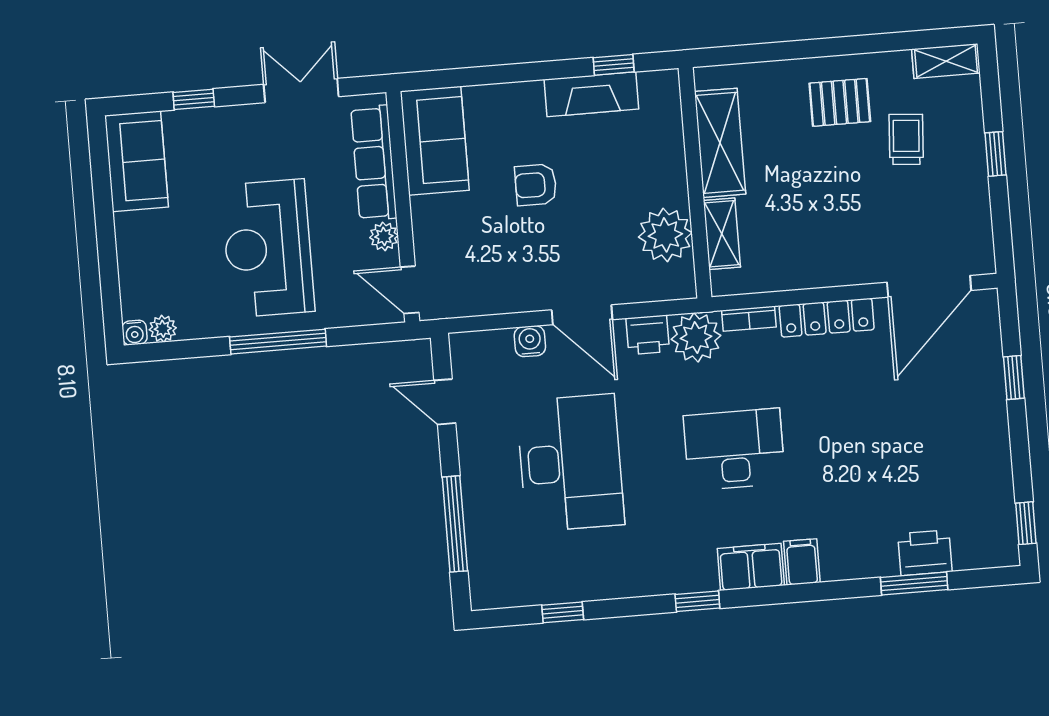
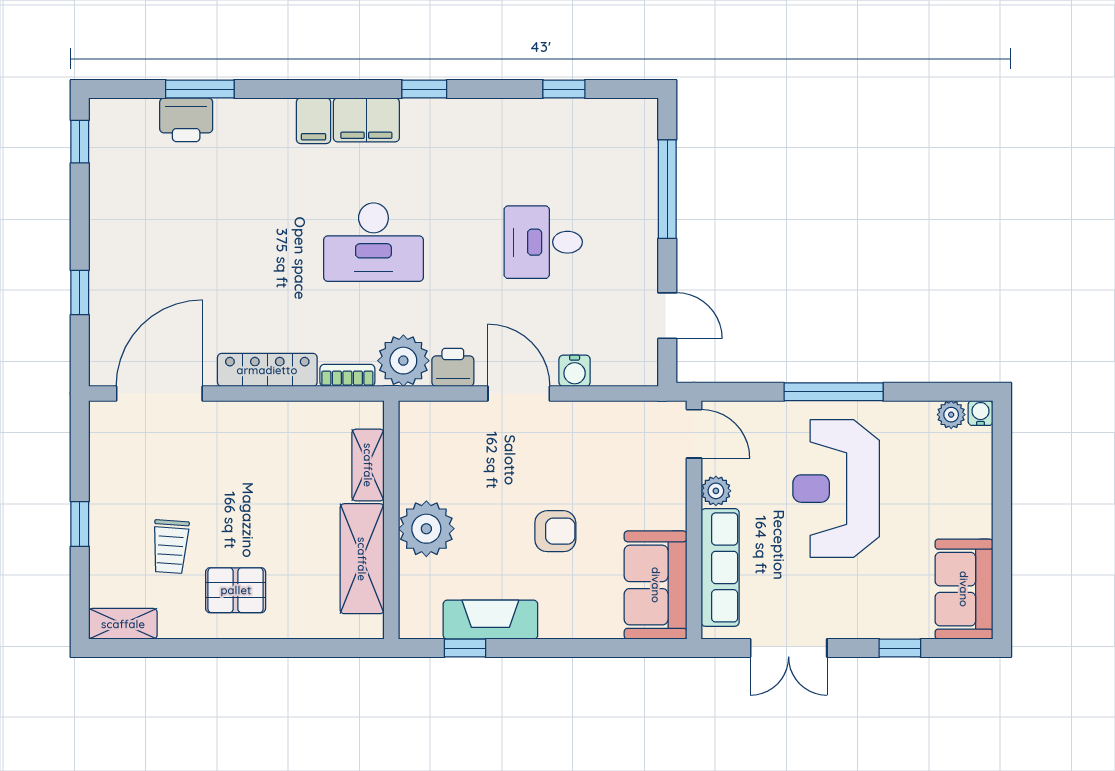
plant: (665, 235) -> (426, 529), moved
reception desk: (268, 248) -> (836, 489), turned 180
desk: (570, 463) -> (543, 242), width x0.53, depth x0.77

